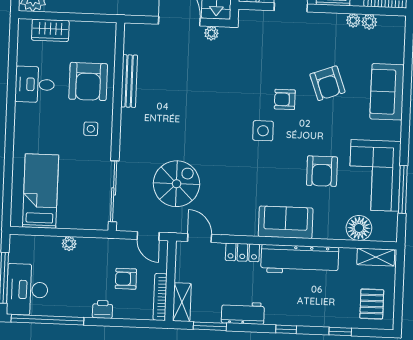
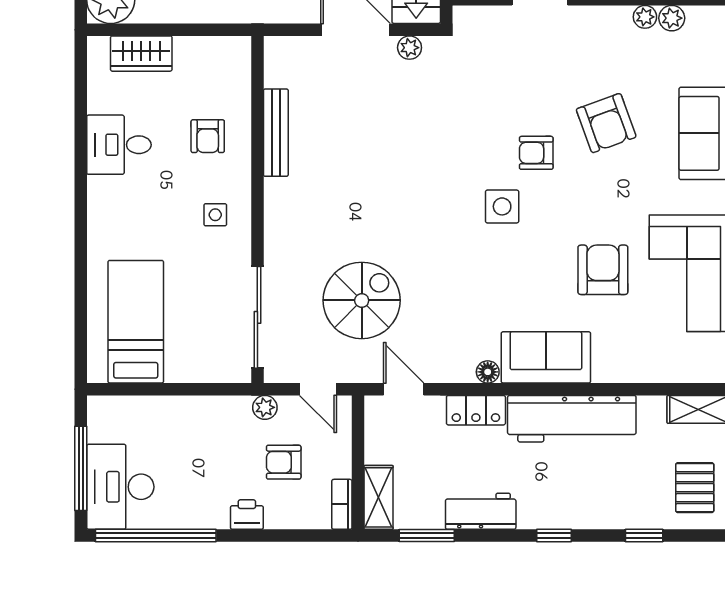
armchair: (88, 81) -> (208, 136), width x0.53, depth x0.53
armchair: (322, 171) -> (603, 270), turned 180
floor lamp: (359, 228) -> (488, 372), moved, width x0.53, depth x0.53
plant: (69, 244) -> (265, 407), moved
bookcase: (160, 297) -> (342, 504), width x0.64

